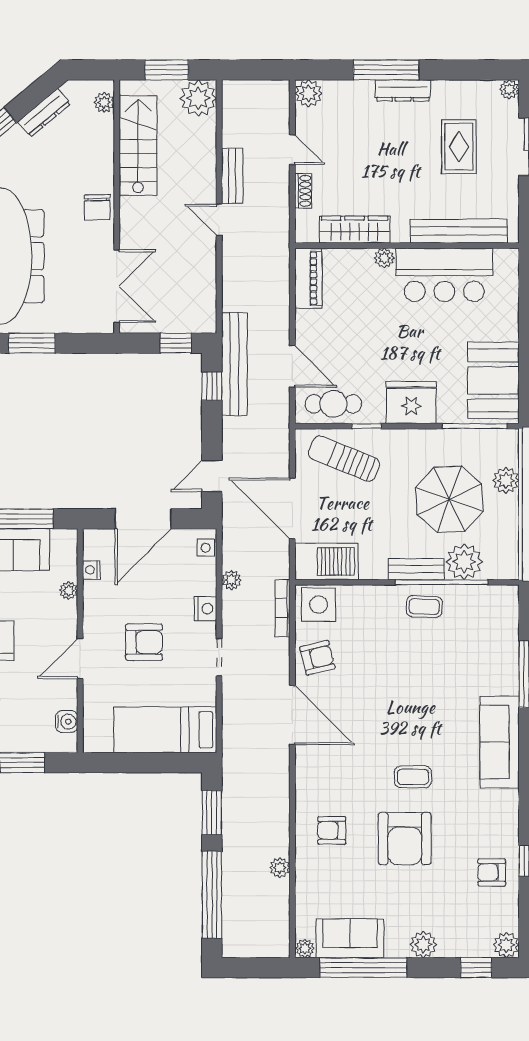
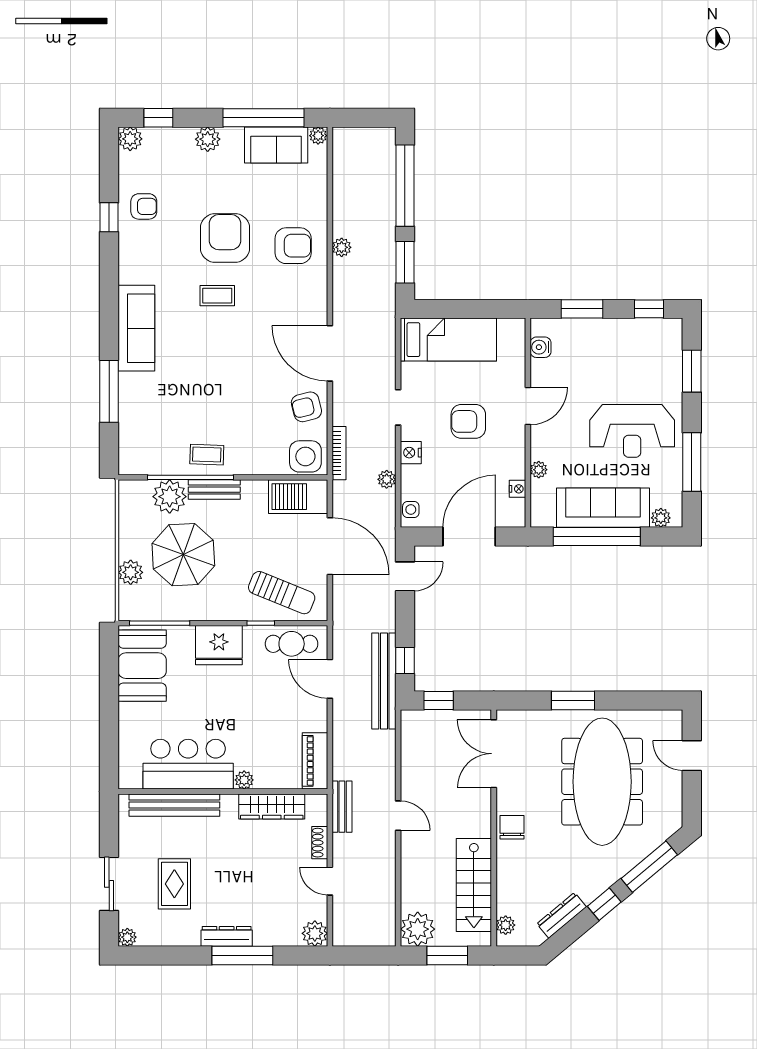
bench: (232, 176) -> (342, 807), moved
armchair: (332, 830) -> (293, 246), width x1.38, depth x1.38
plant: (280, 868) -> (342, 247), moved

